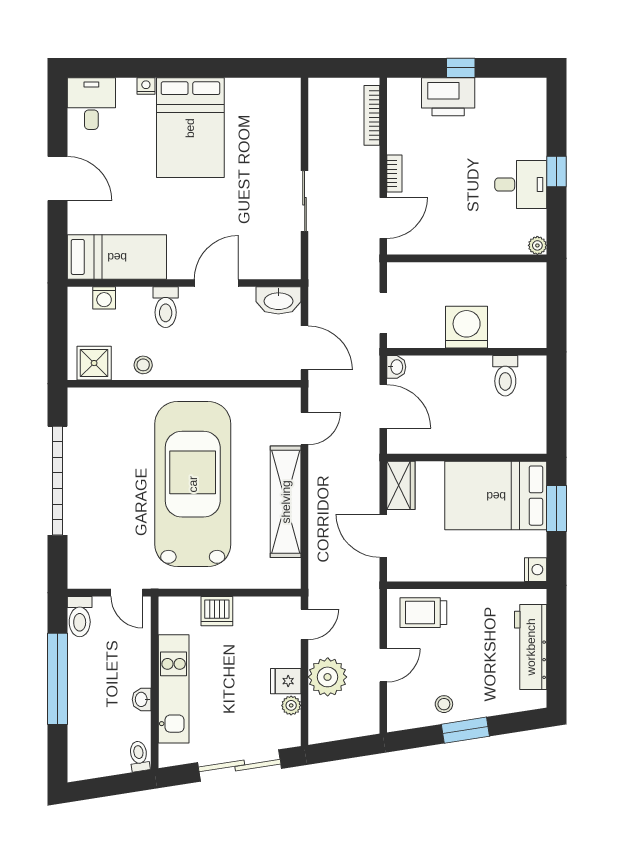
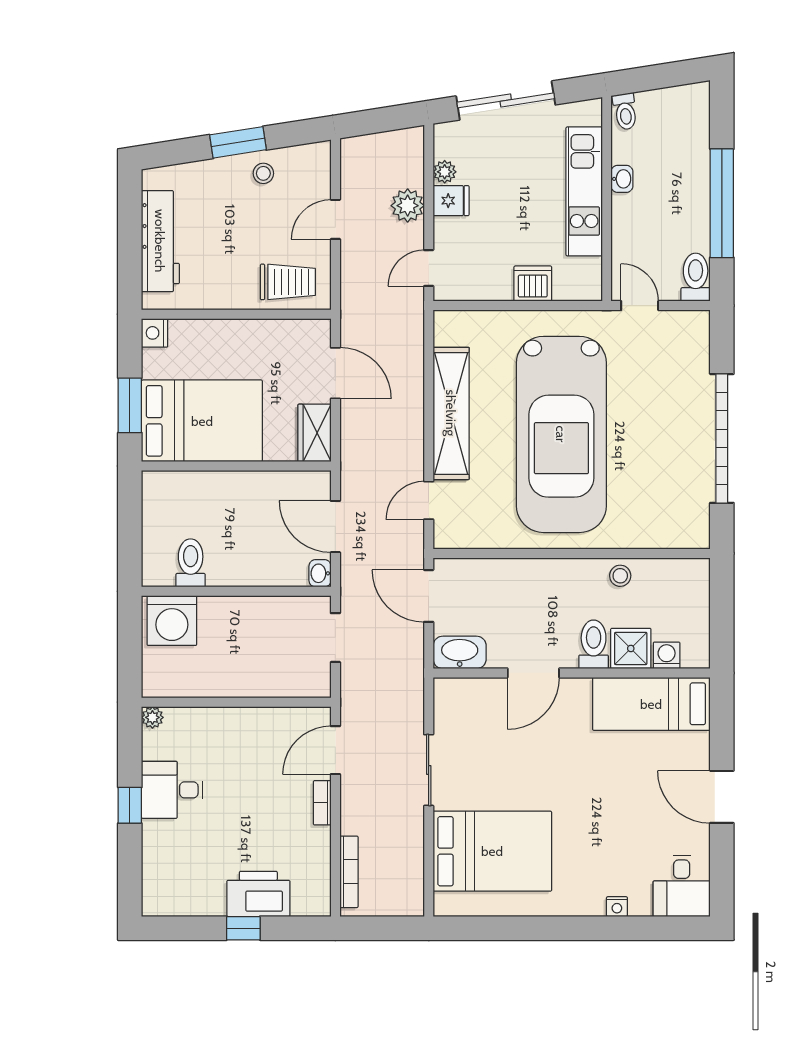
bed: (190, 128) -> (492, 851), moved, turned 90
washing machine: (467, 327) -> (172, 621), moved
shower: (94, 363) -> (631, 648), moved
plant: (328, 677) -> (408, 206), width x0.73, depth x0.73

